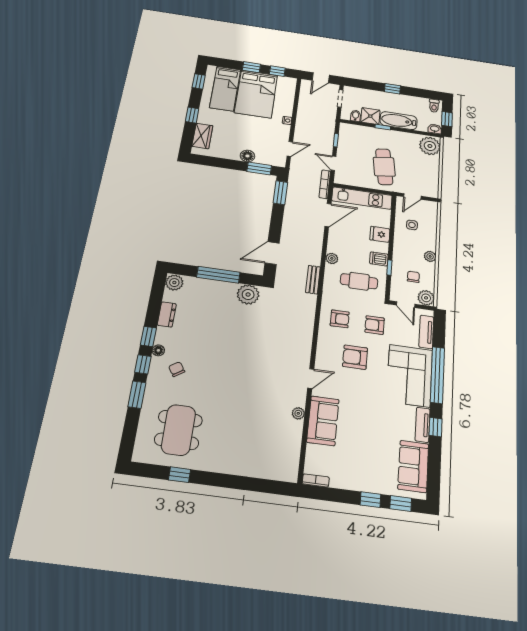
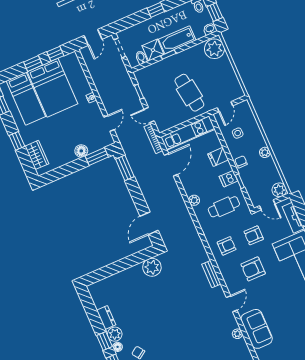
window: (218, 275) -> (122, 265), removed
chair: (413, 277) -> (241, 162), moved
bench: (313, 280) -> (211, 274), moved
plant: (174, 283) -> (115, 334), moved

